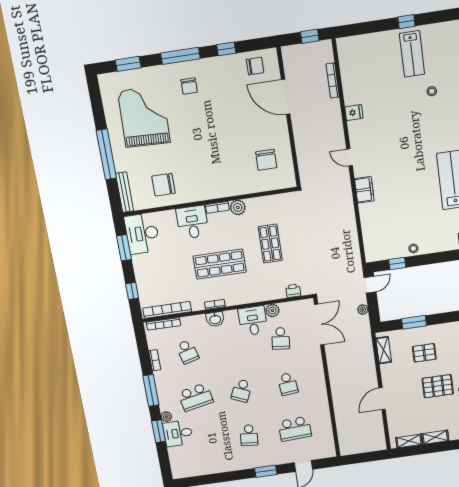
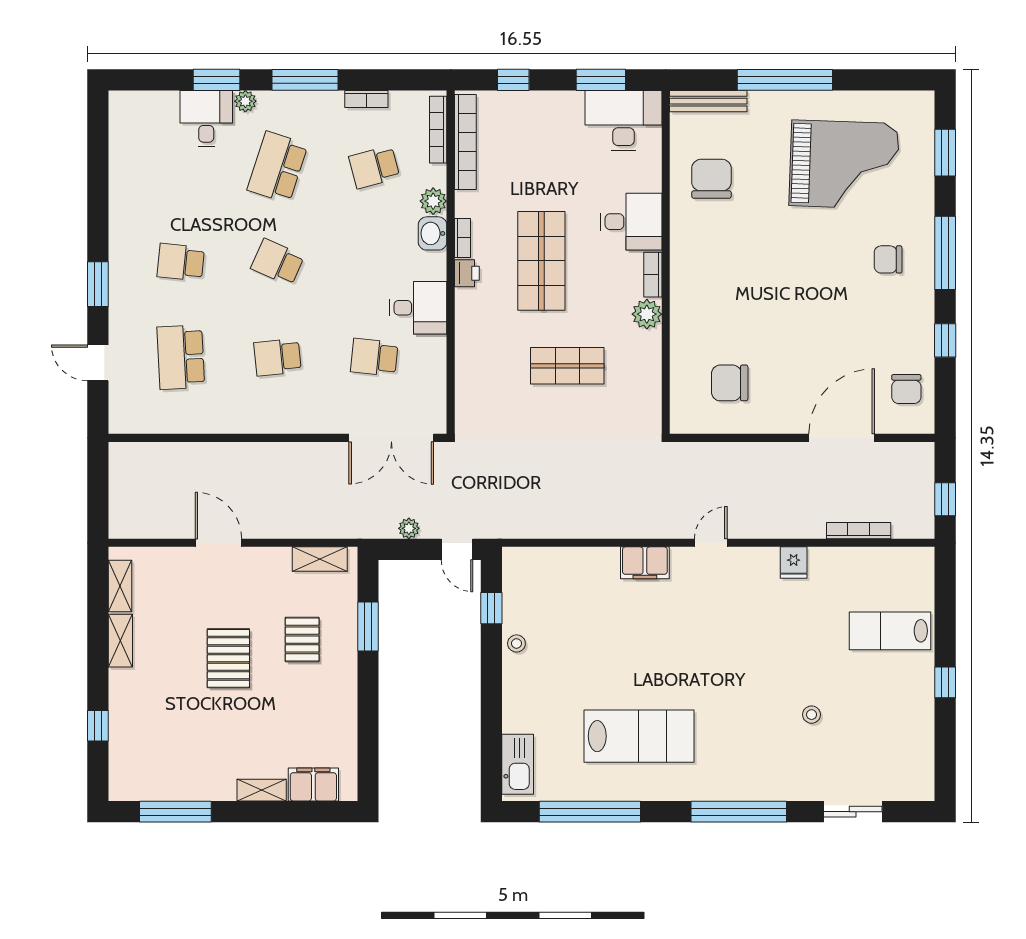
lab bench: (412, 54) -> (890, 631), moved
printer: (293, 291) -> (467, 273), moved
plant: (272, 311) -> (433, 201), moved
school desk: (195, 397) -> (278, 167), turned 30

